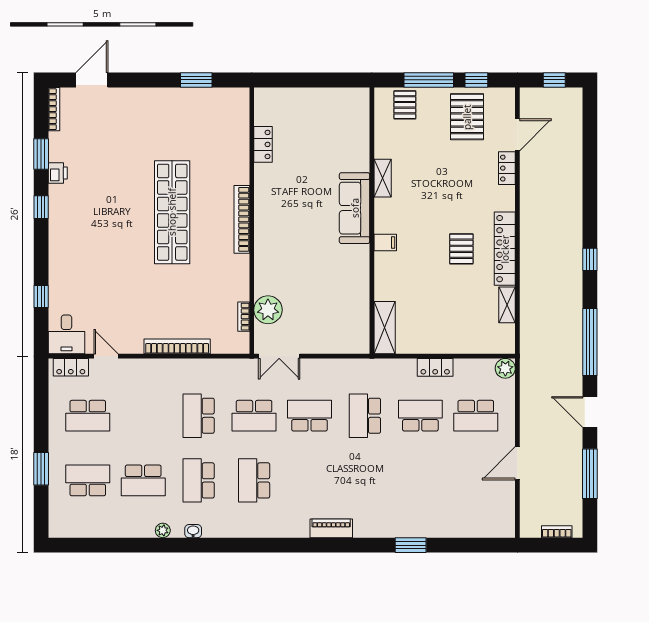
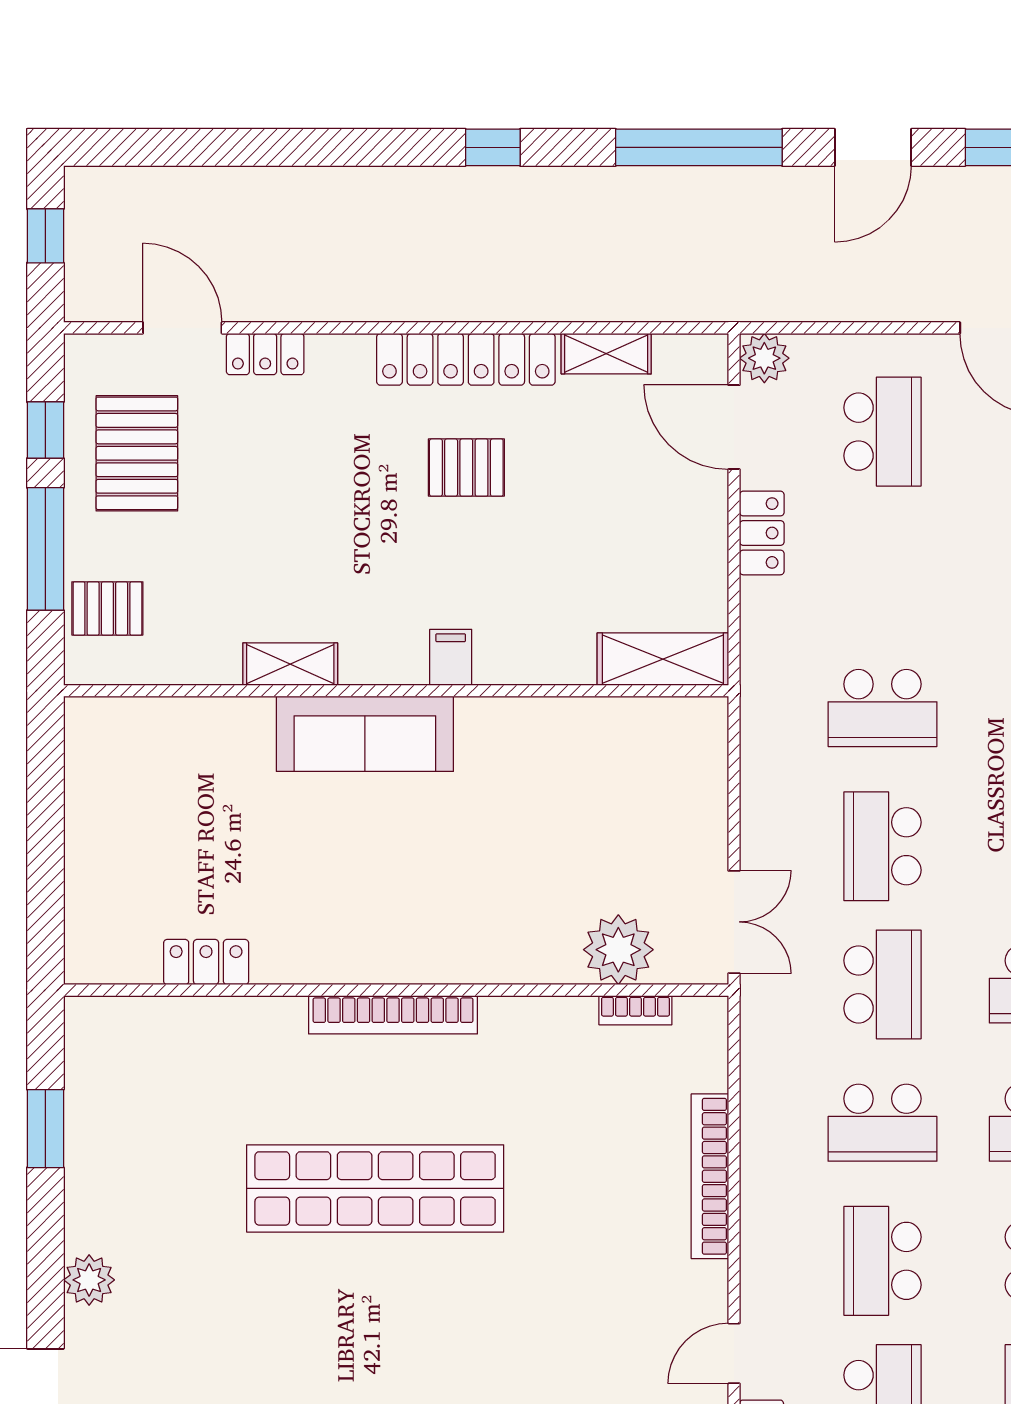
plant: (136, 97) -> (89, 1280), added
pallet: (467, 117) -> (137, 453), turned 90
door: (478, 356) -> (734, 427), added
school desk: (420, 416) -> (882, 1261), moved

